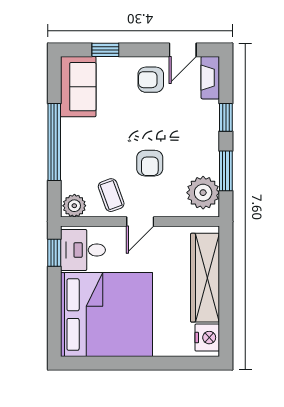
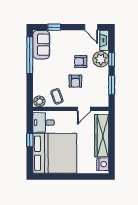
door: (183, 50) -> (91, 27), hinge flipped
armchair: (151, 80) -> (81, 62), moved
window: (54, 142) -> (30, 55), moved
plant: (203, 193) -> (101, 59), moved
door: (140, 222) -> (84, 109), moved
window: (54, 253) -> (30, 140), moved

